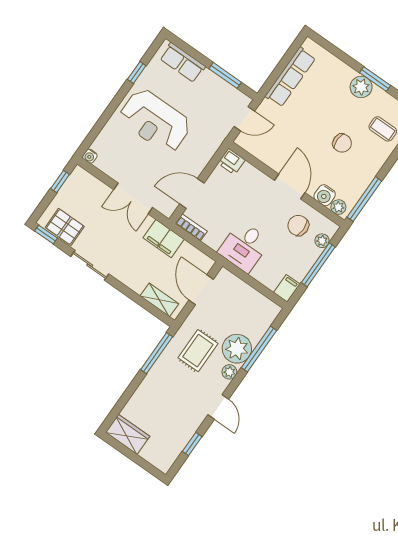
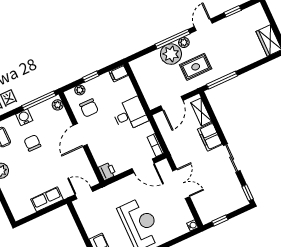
window: (225, 75) -> (80, 227), removed
row of seats: (290, 77) -> (47, 199), width x0.68
water cooler: (325, 195) -> (24, 117), moved, turned -90
pallet: (65, 227) -> (233, 191), removed
filing cabinet: (164, 238) -> (210, 137), moved, turned 180
window: (318, 265) -> (91, 77), width x0.46
window: (259, 349) -> (172, 39), moved

